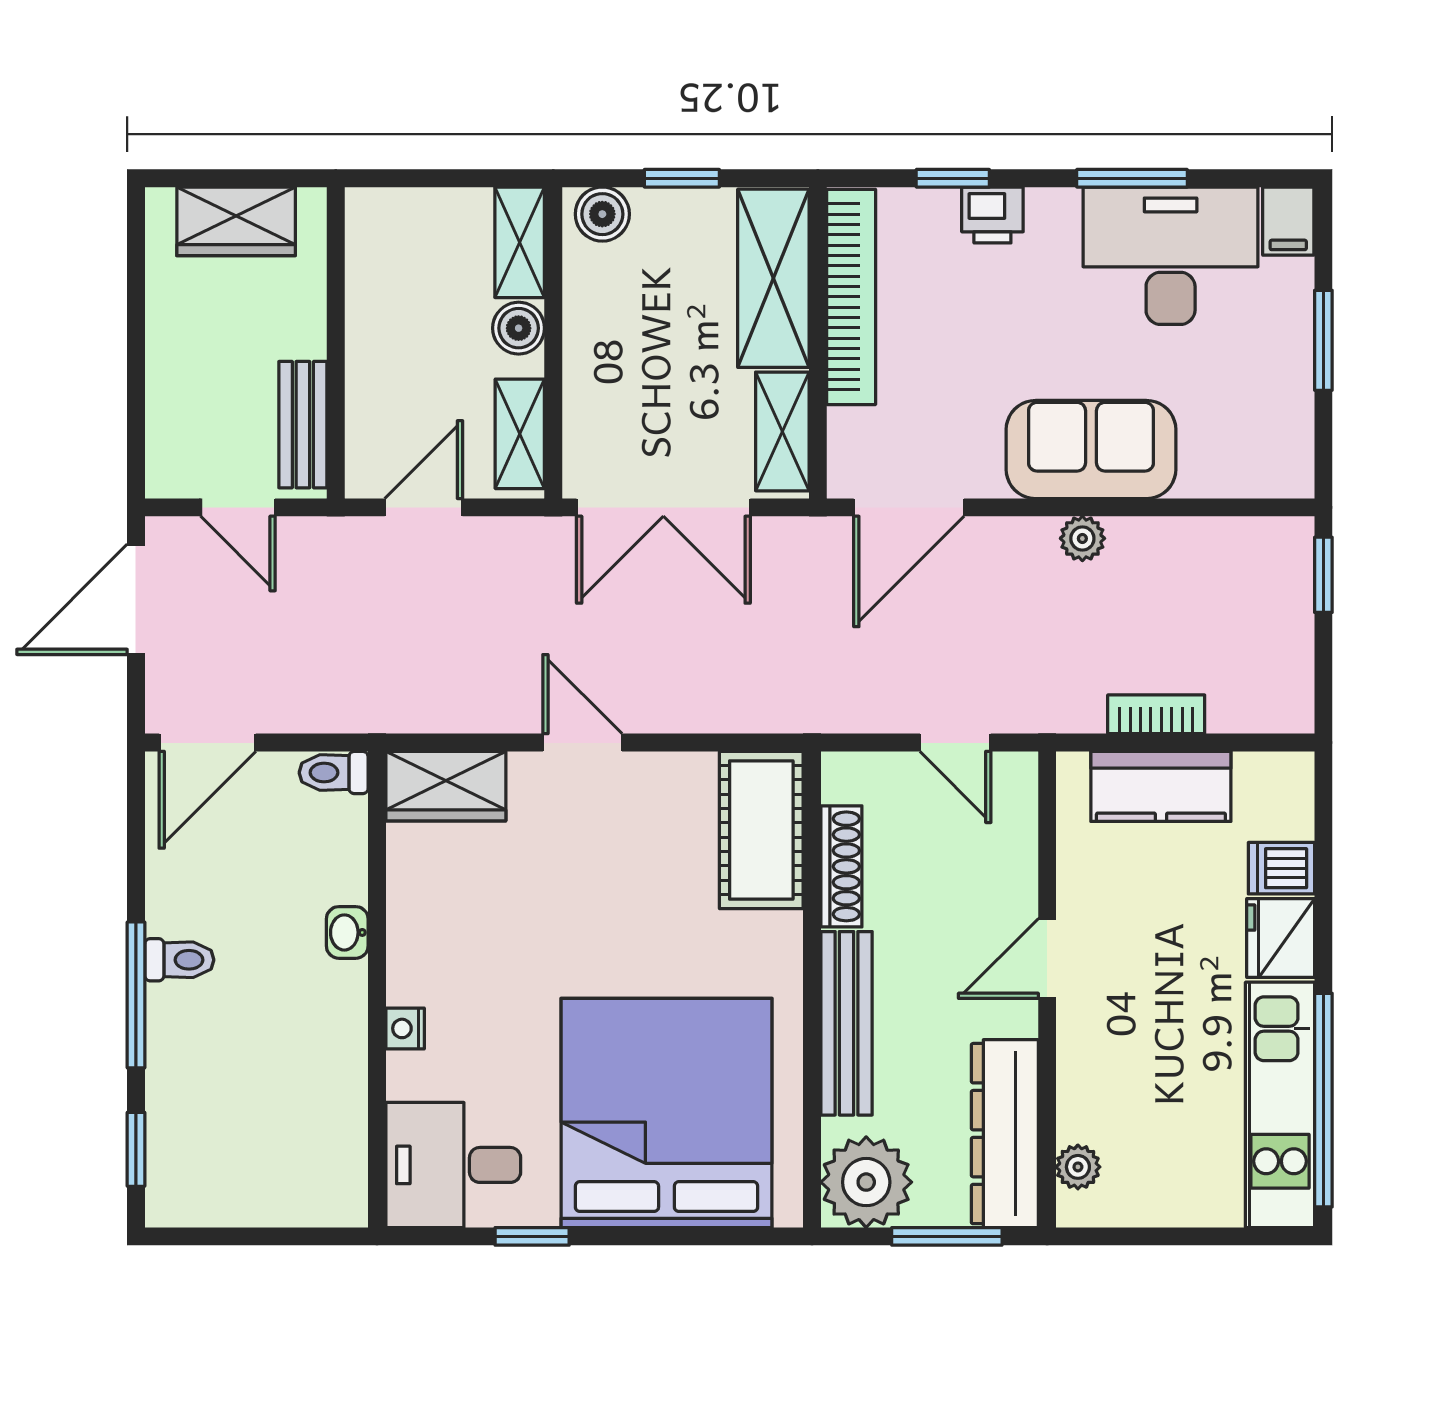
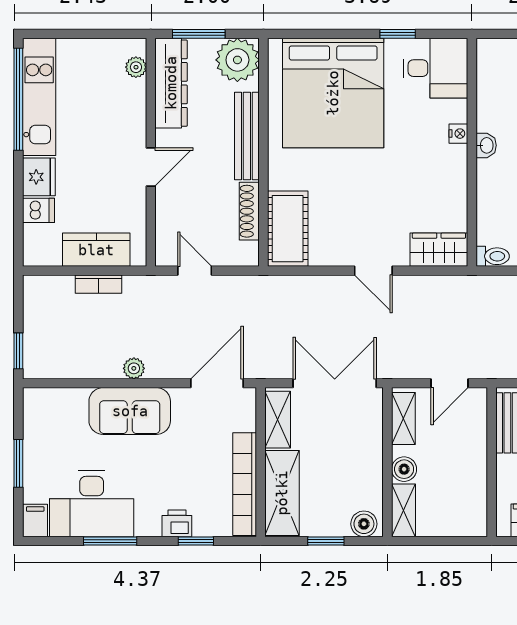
washbasin: (347, 932) -> (486, 145), moved

